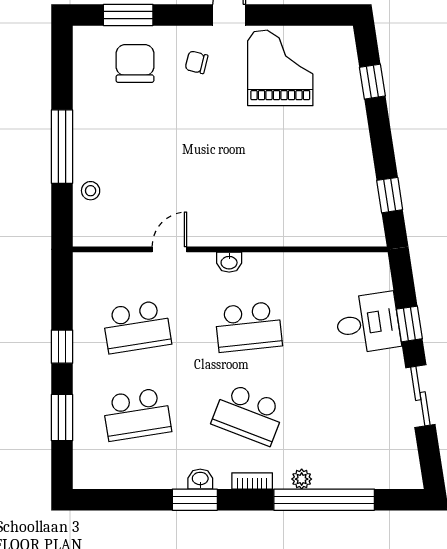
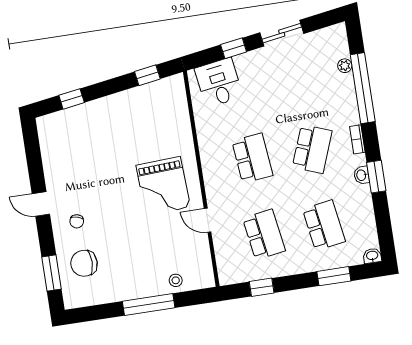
grand piano: (280, 68) -> (163, 186), moved, turned -93
washbasin: (229, 262) -> (372, 256), moved, turned -90
desk: (368, 323) -> (219, 83), moved
window: (62, 347) -> (262, 287), moved
plant: (302, 479) -> (345, 66), moved

